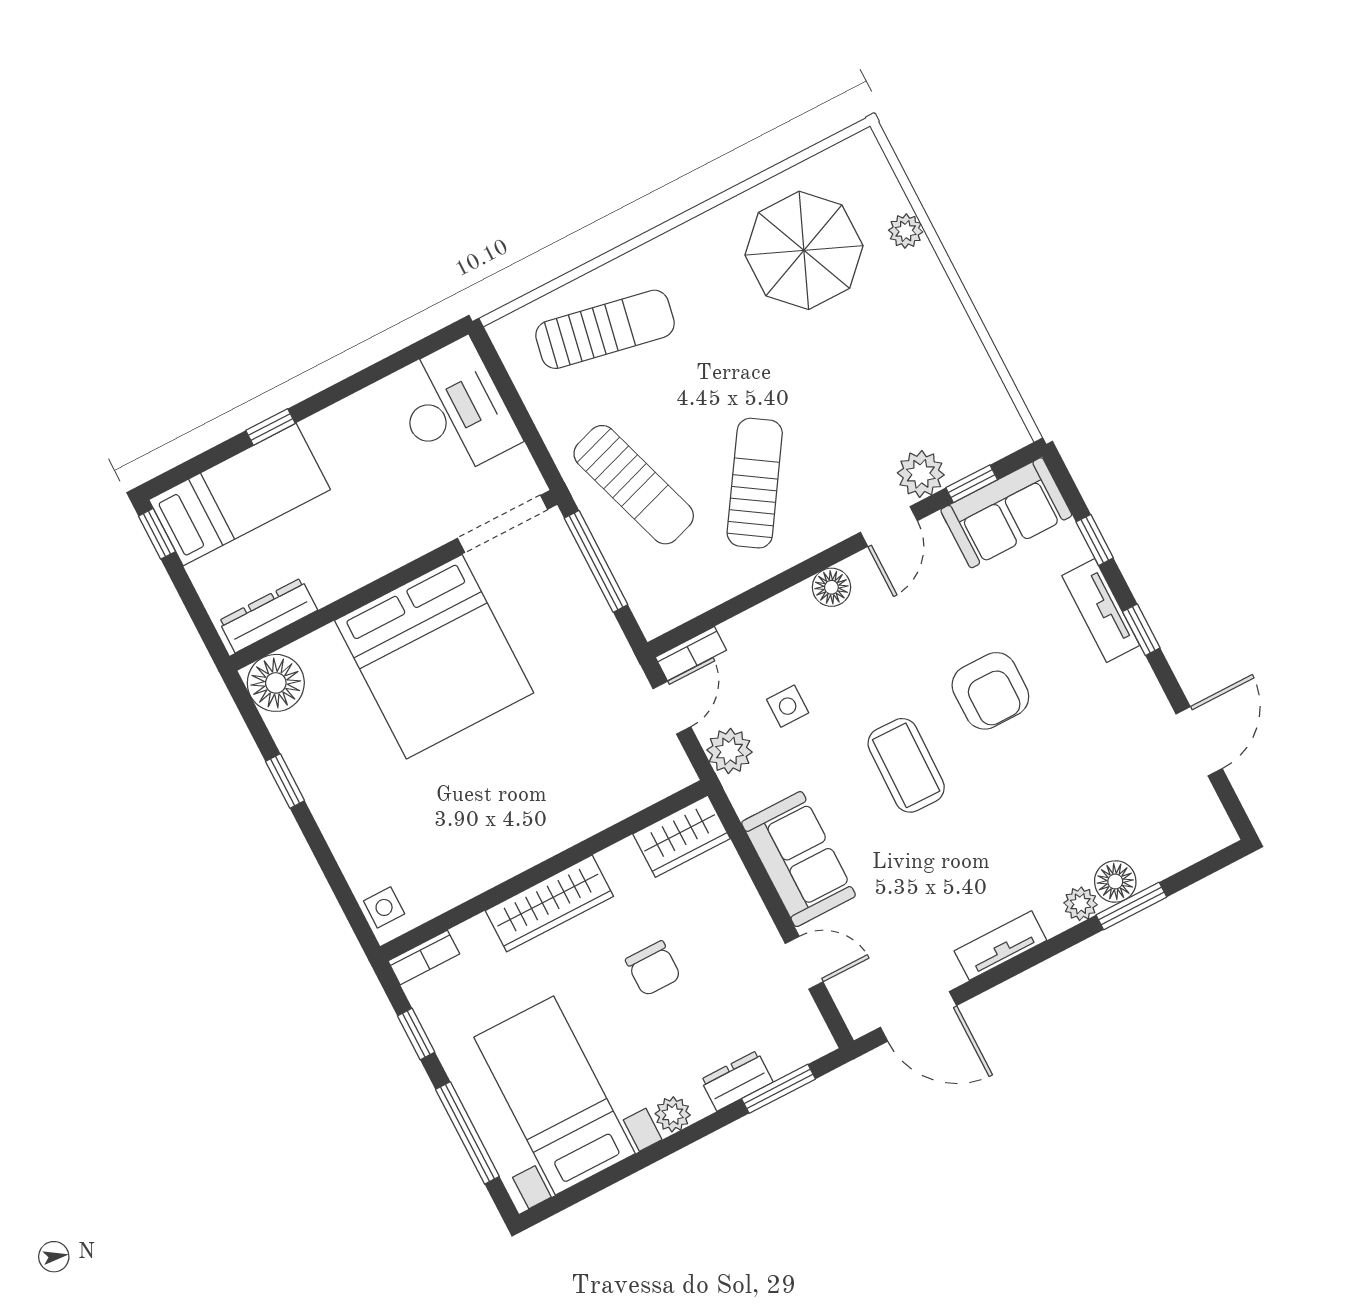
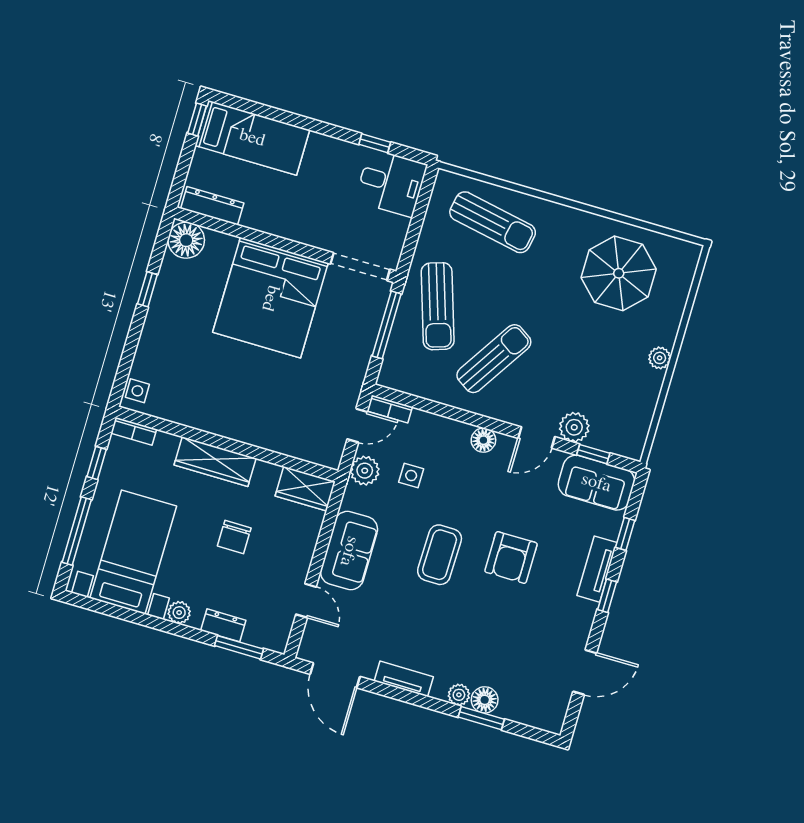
plant: (906, 231) -> (660, 358), moved
desk: (454, 409) -> (391, 183), width x0.73
window: (271, 427) -> (375, 143), moved

